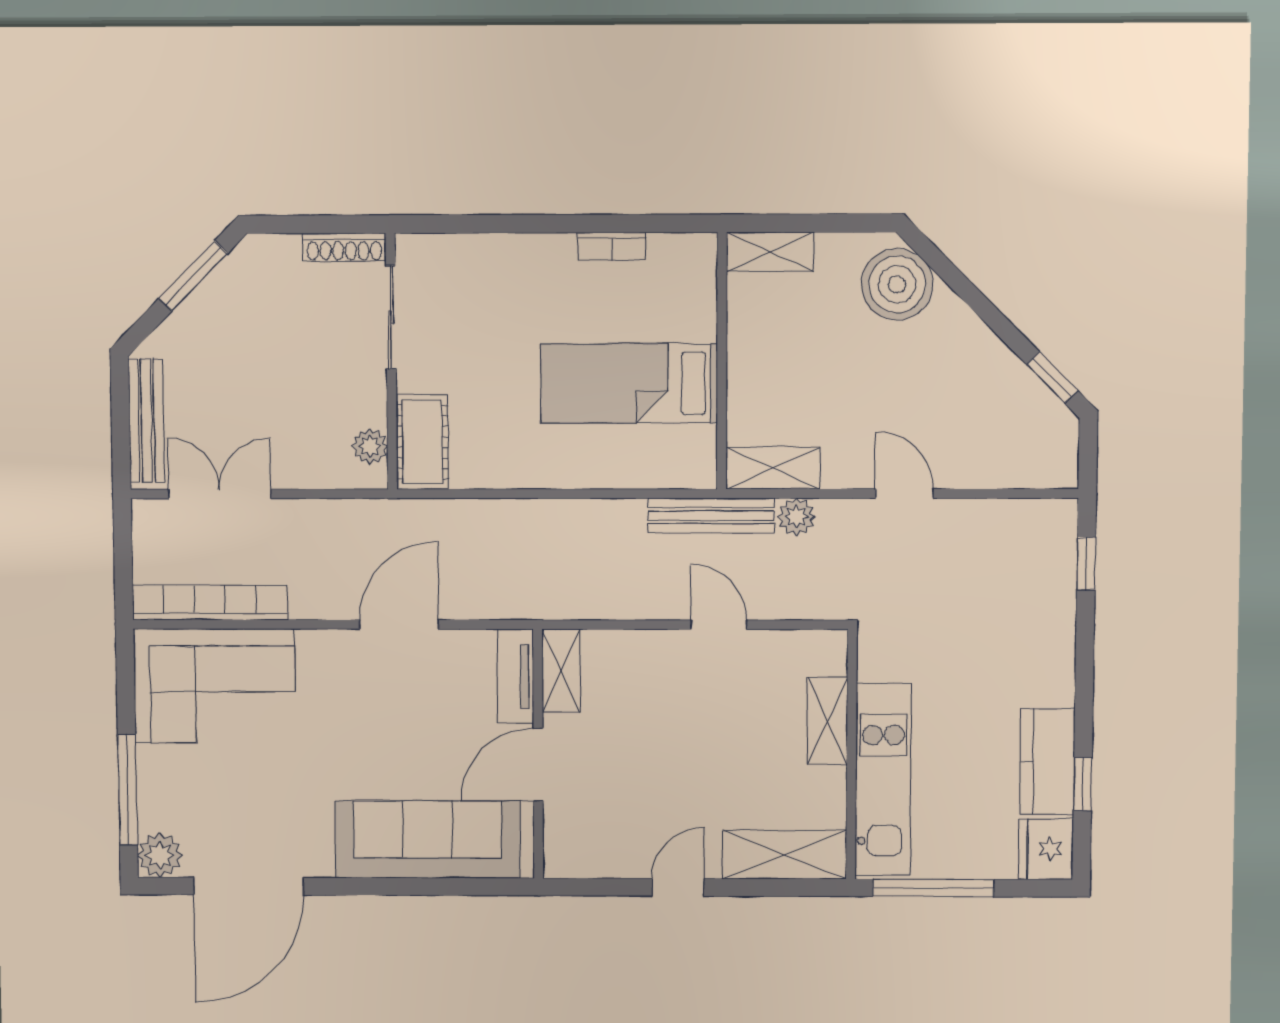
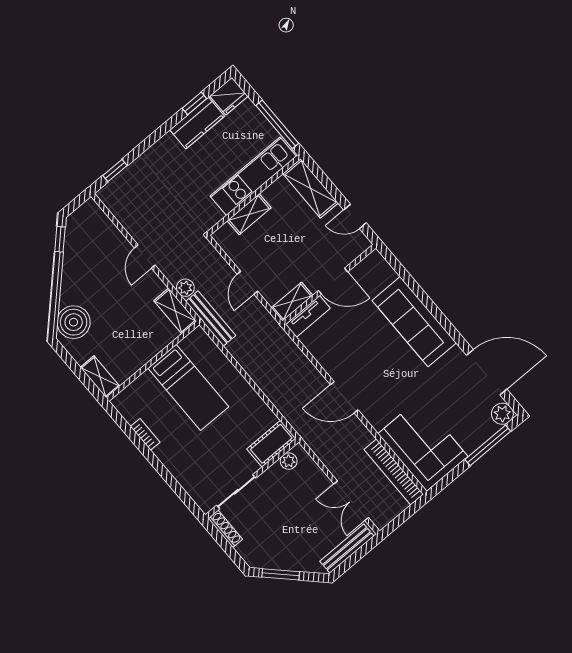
shelving: (561, 671) -> (292, 302), moved
tv unit: (515, 676) -> (308, 316), moved
wall: (538, 754) -> (329, 284), moved
door: (538, 765) -> (333, 281), moved

